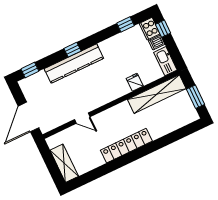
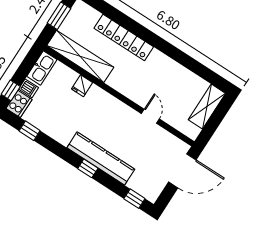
locker: (126, 146) -> (124, 37), moved

